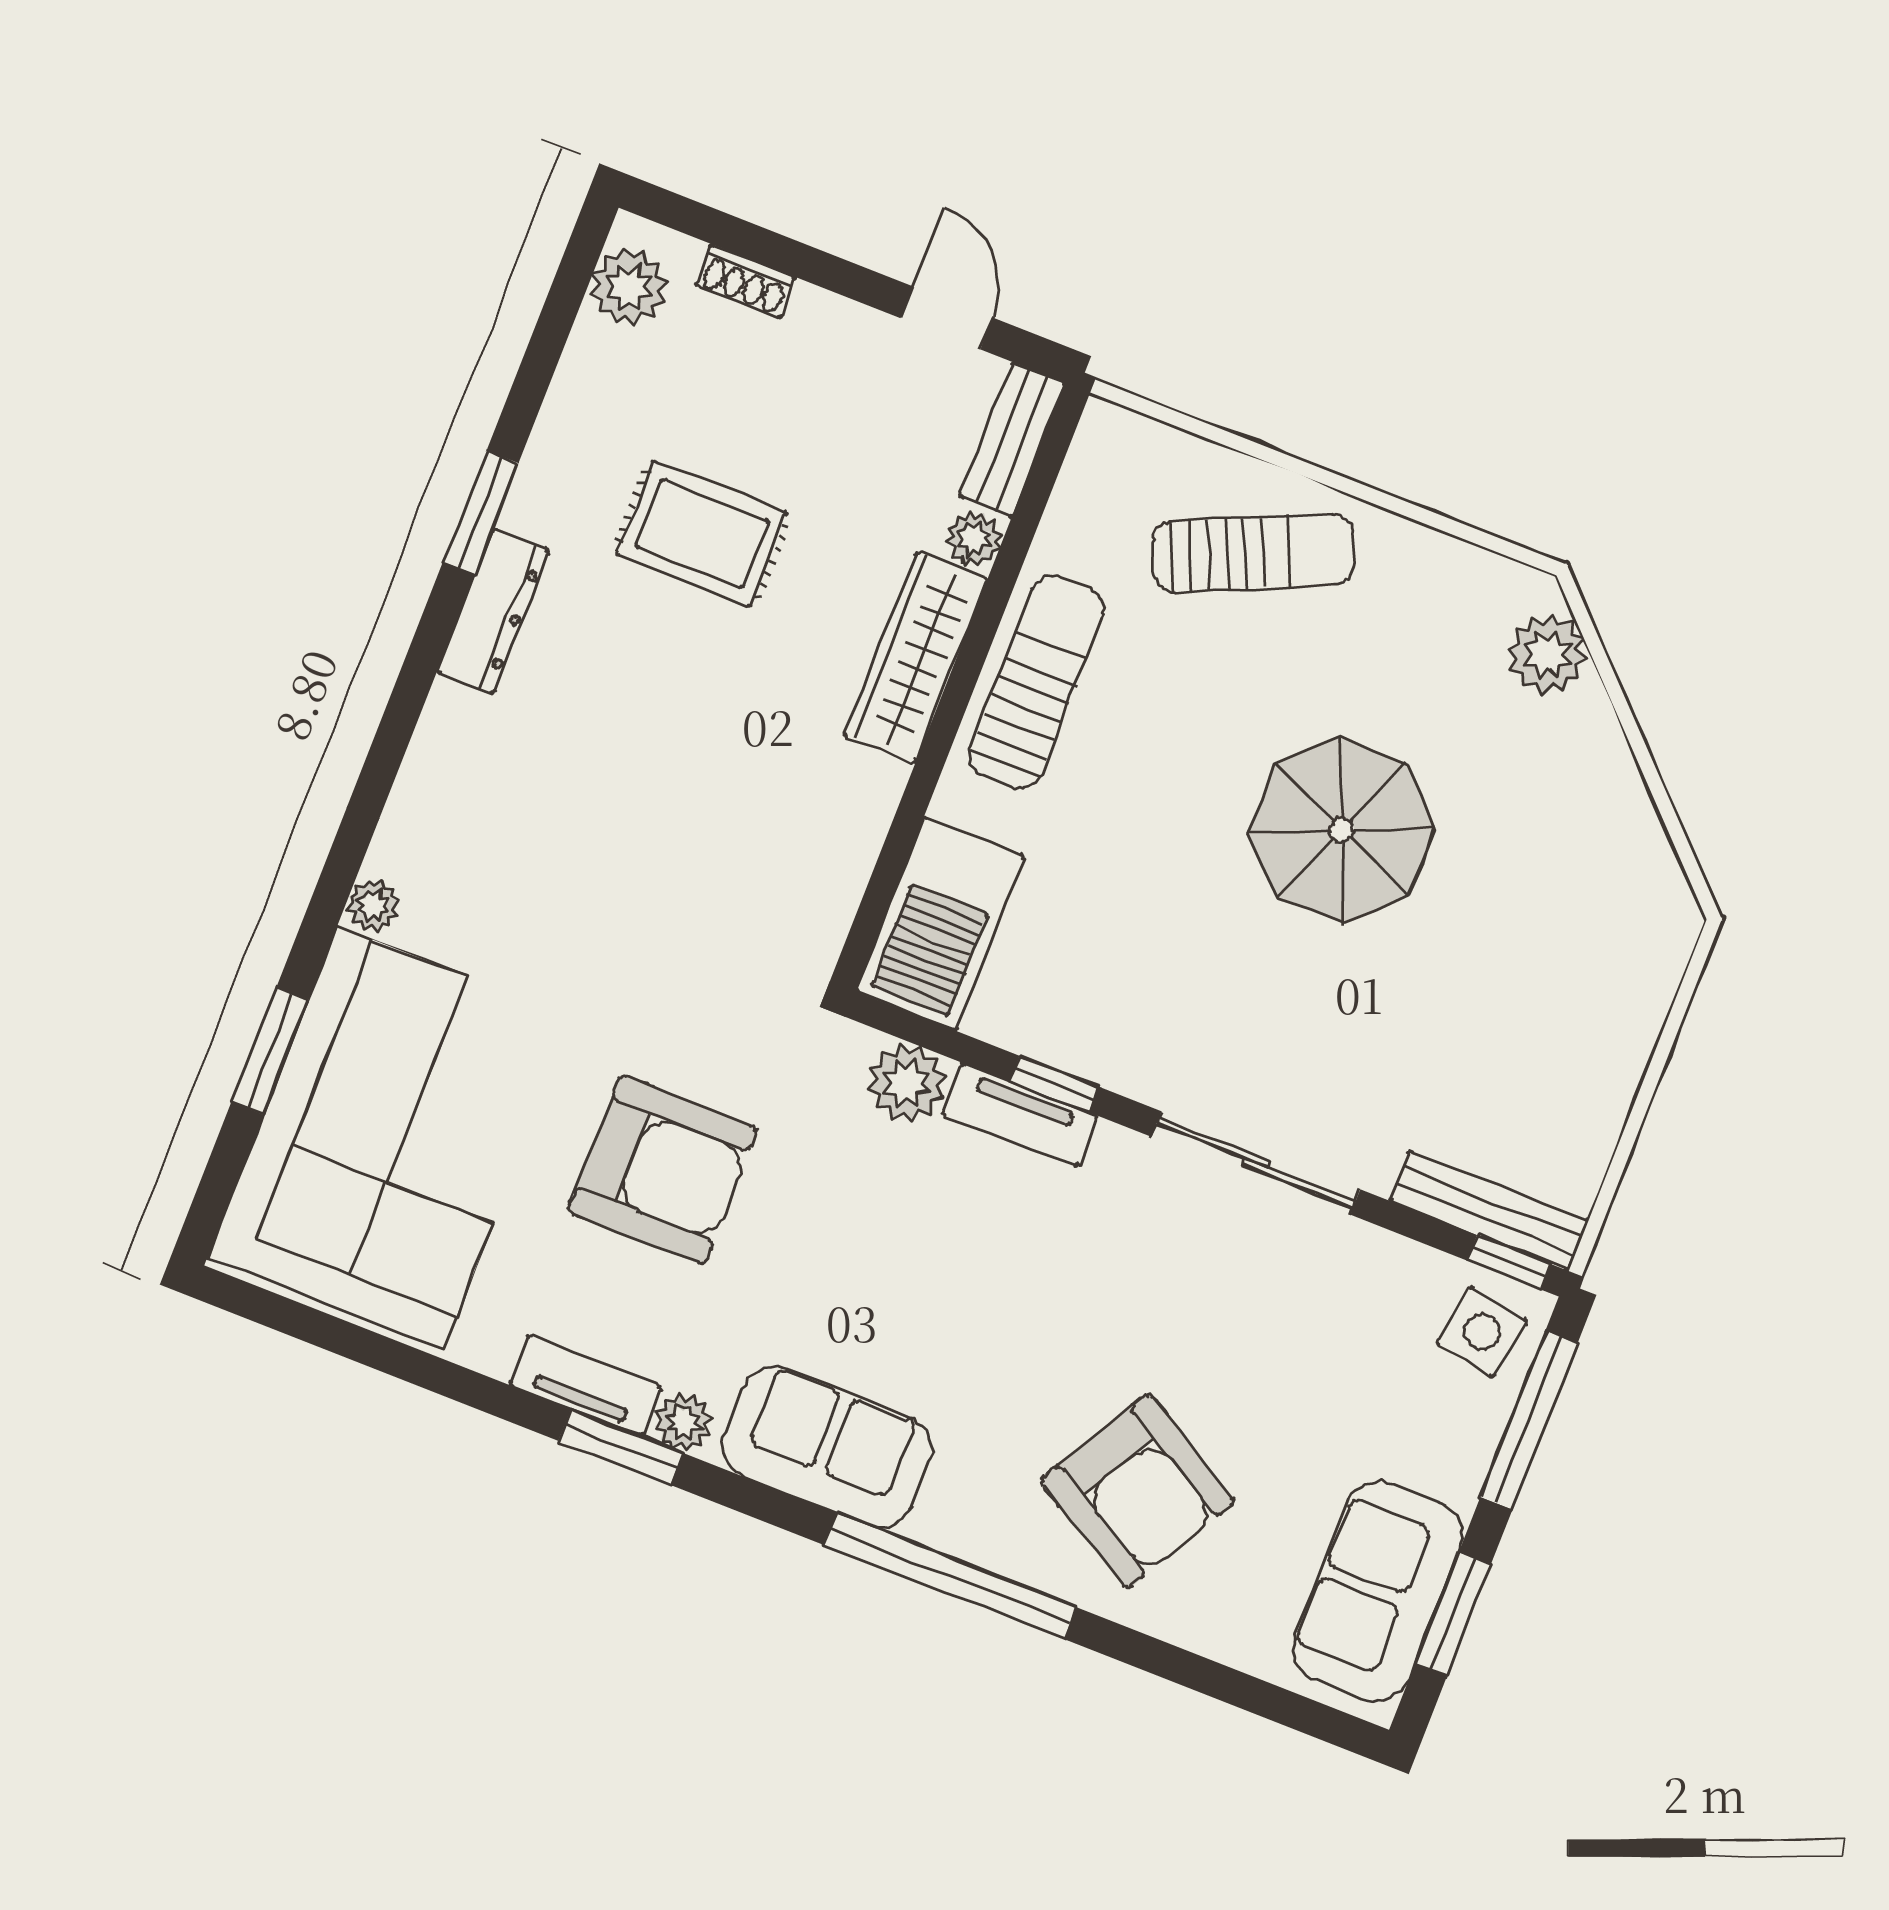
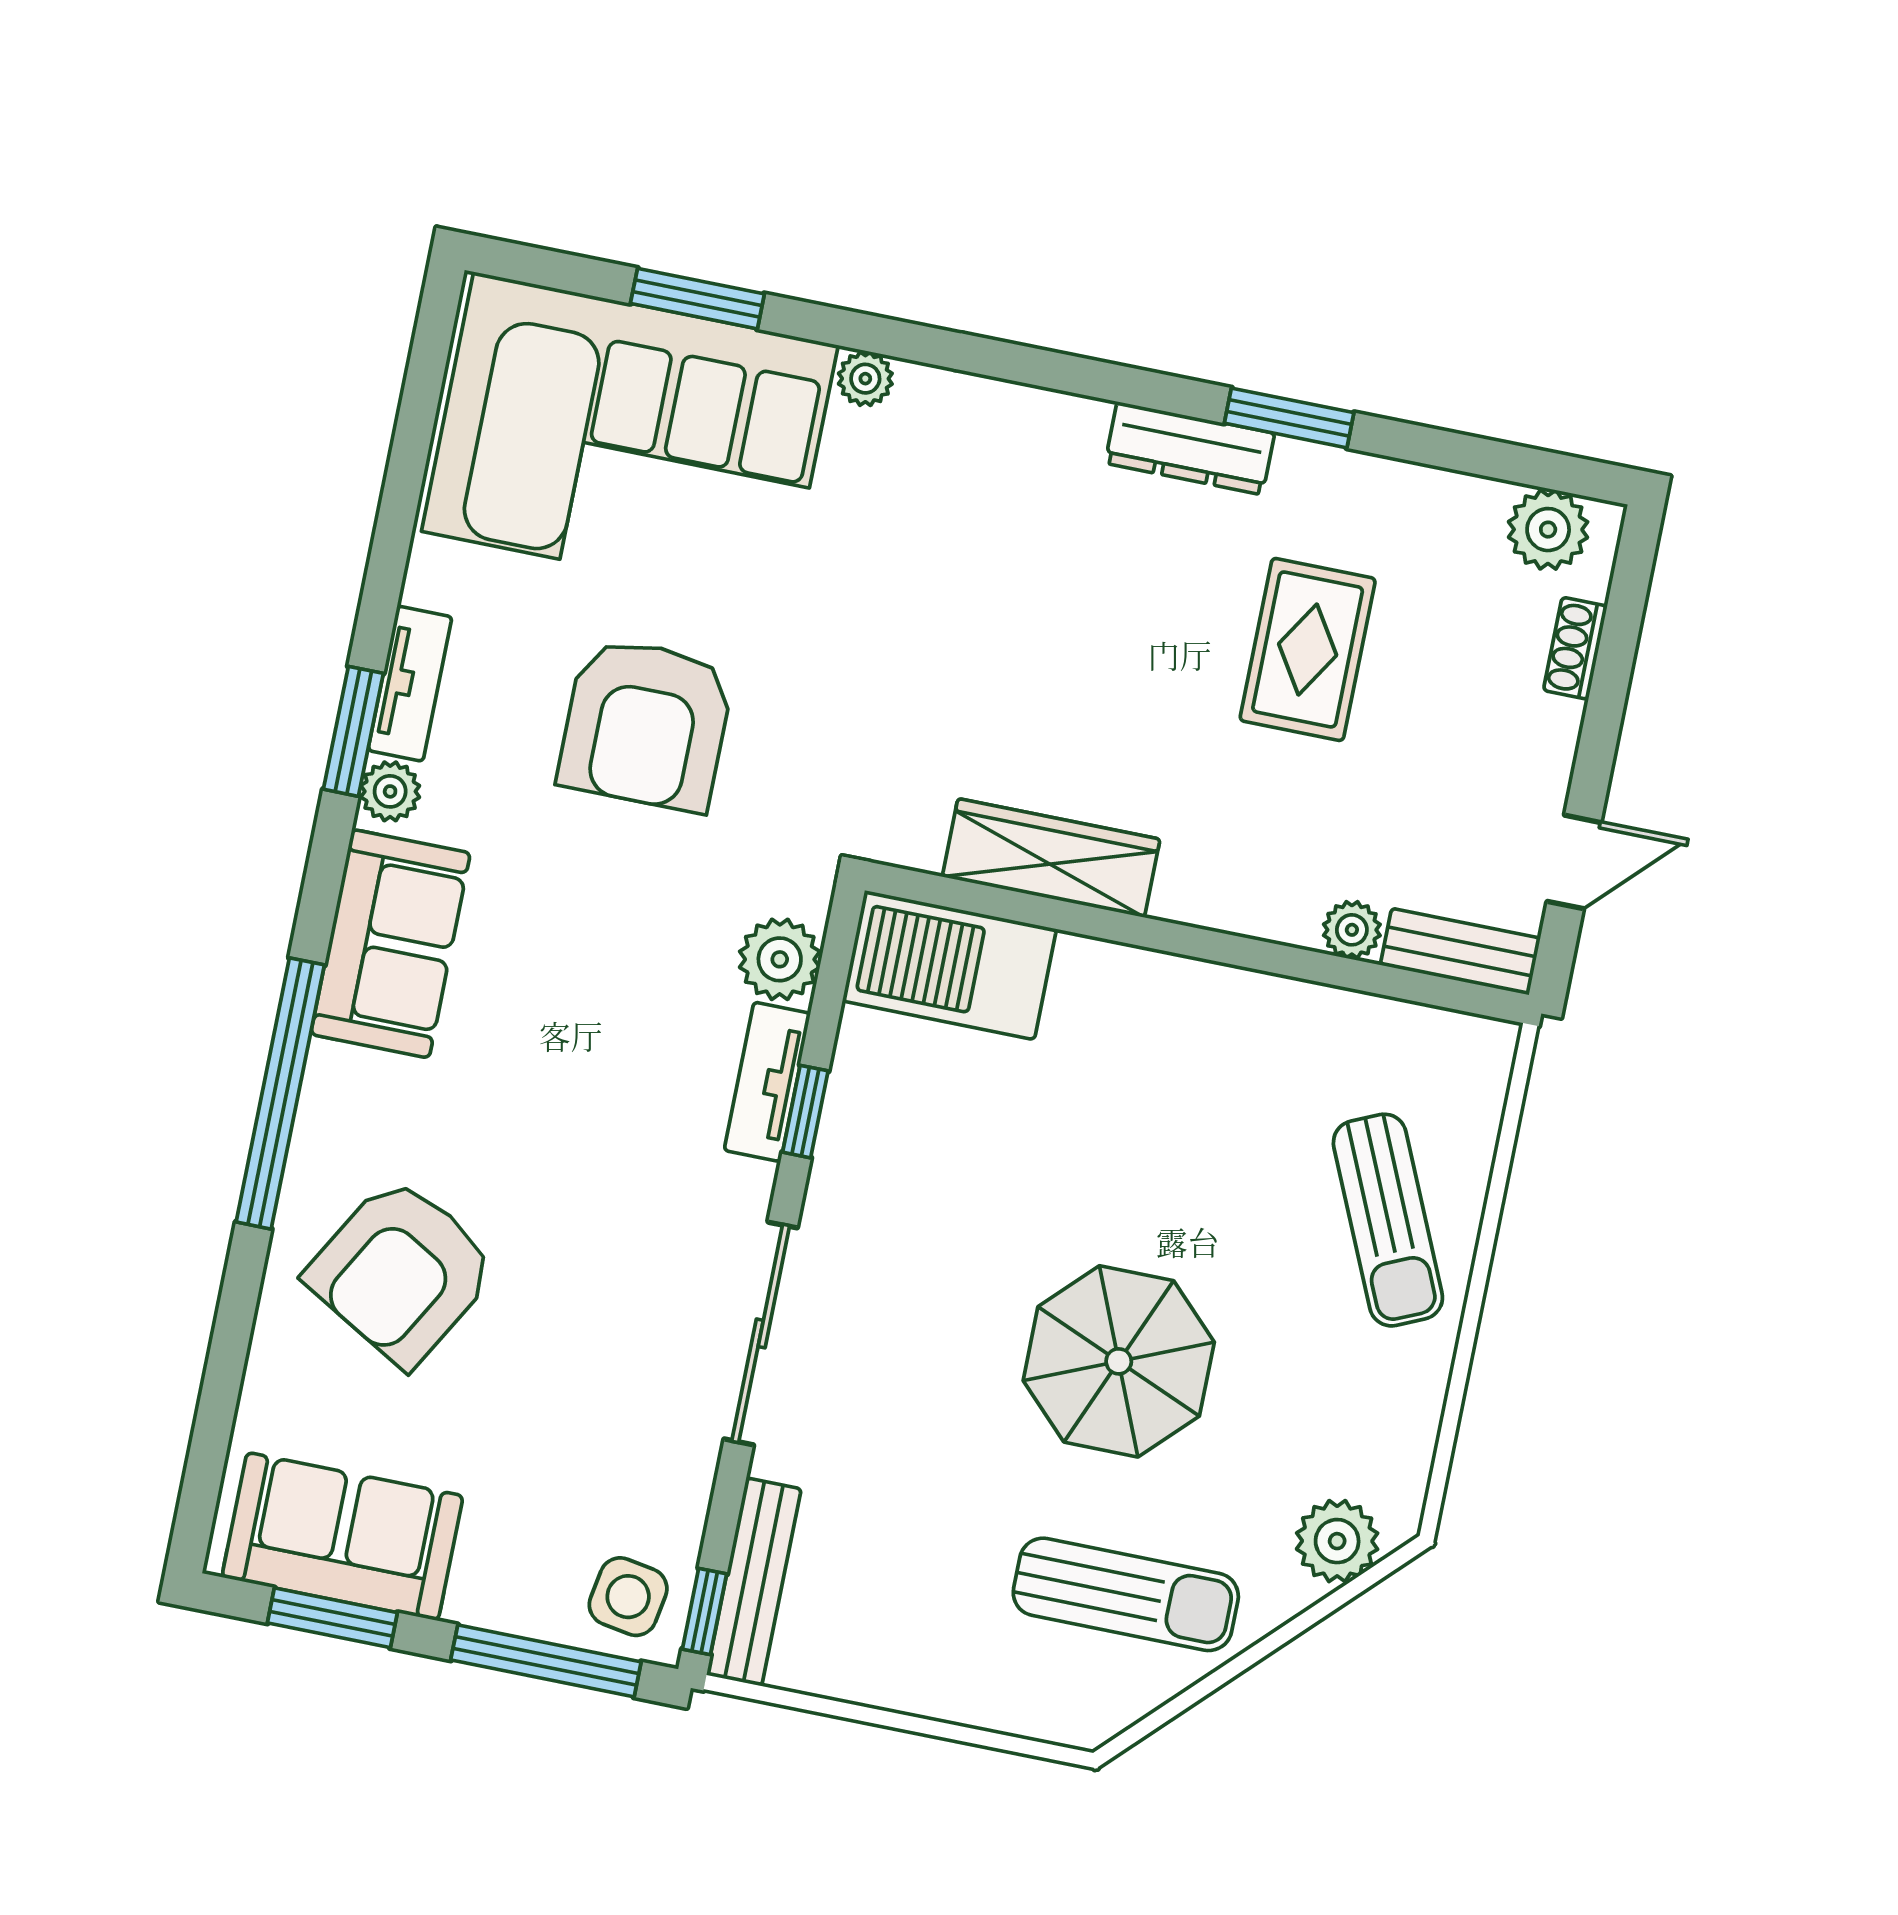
wardrobe: (916, 658) -> (1051, 858), moved
sun lounger: (1036, 682) -> (1126, 1594), moved

